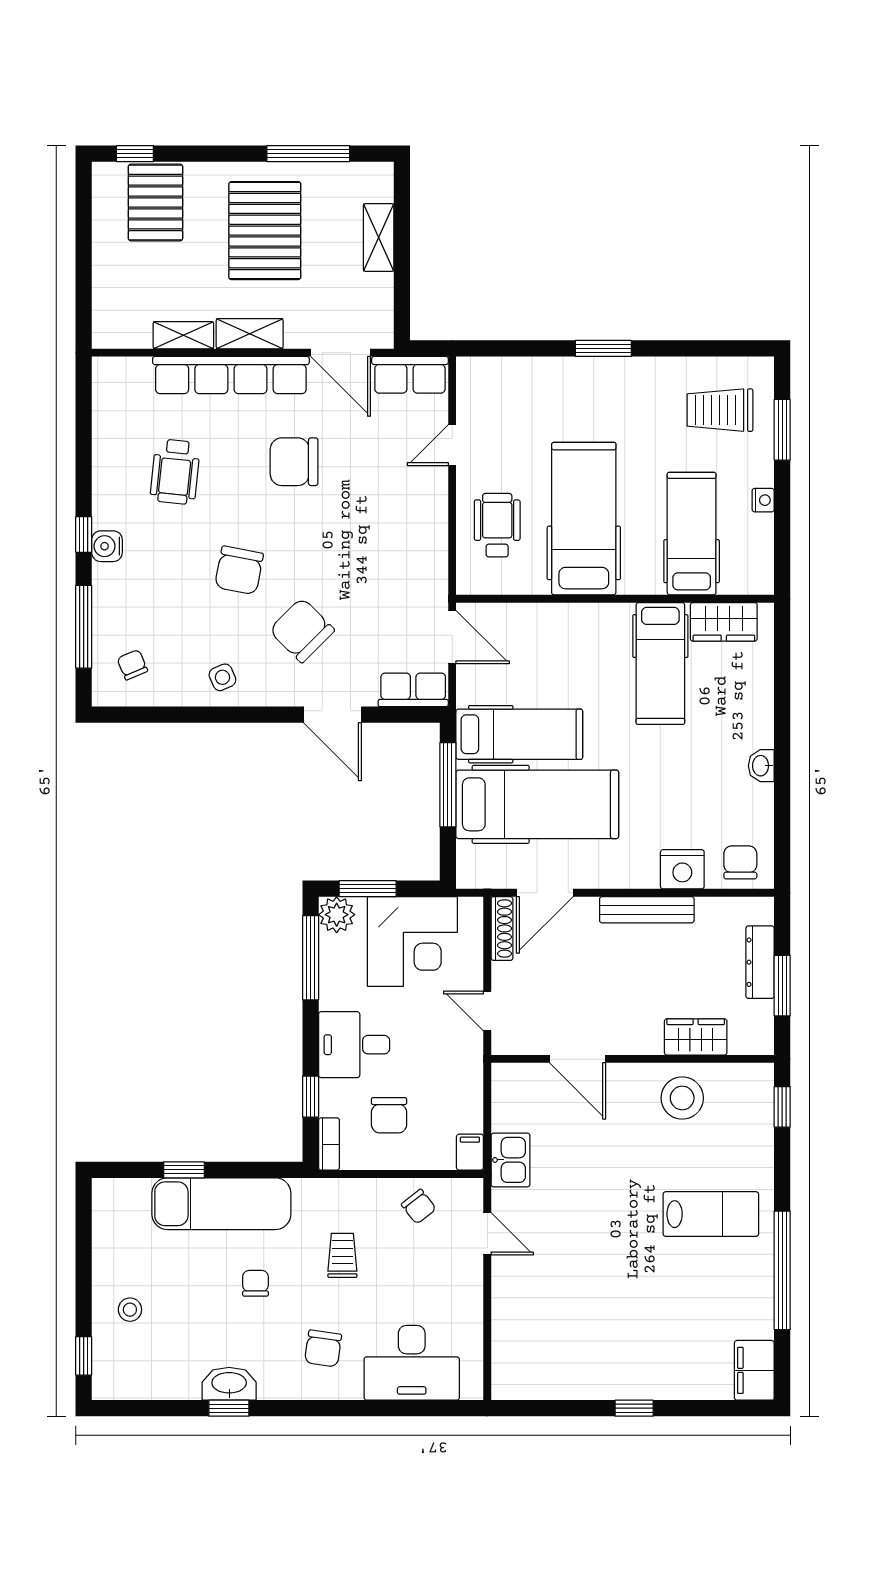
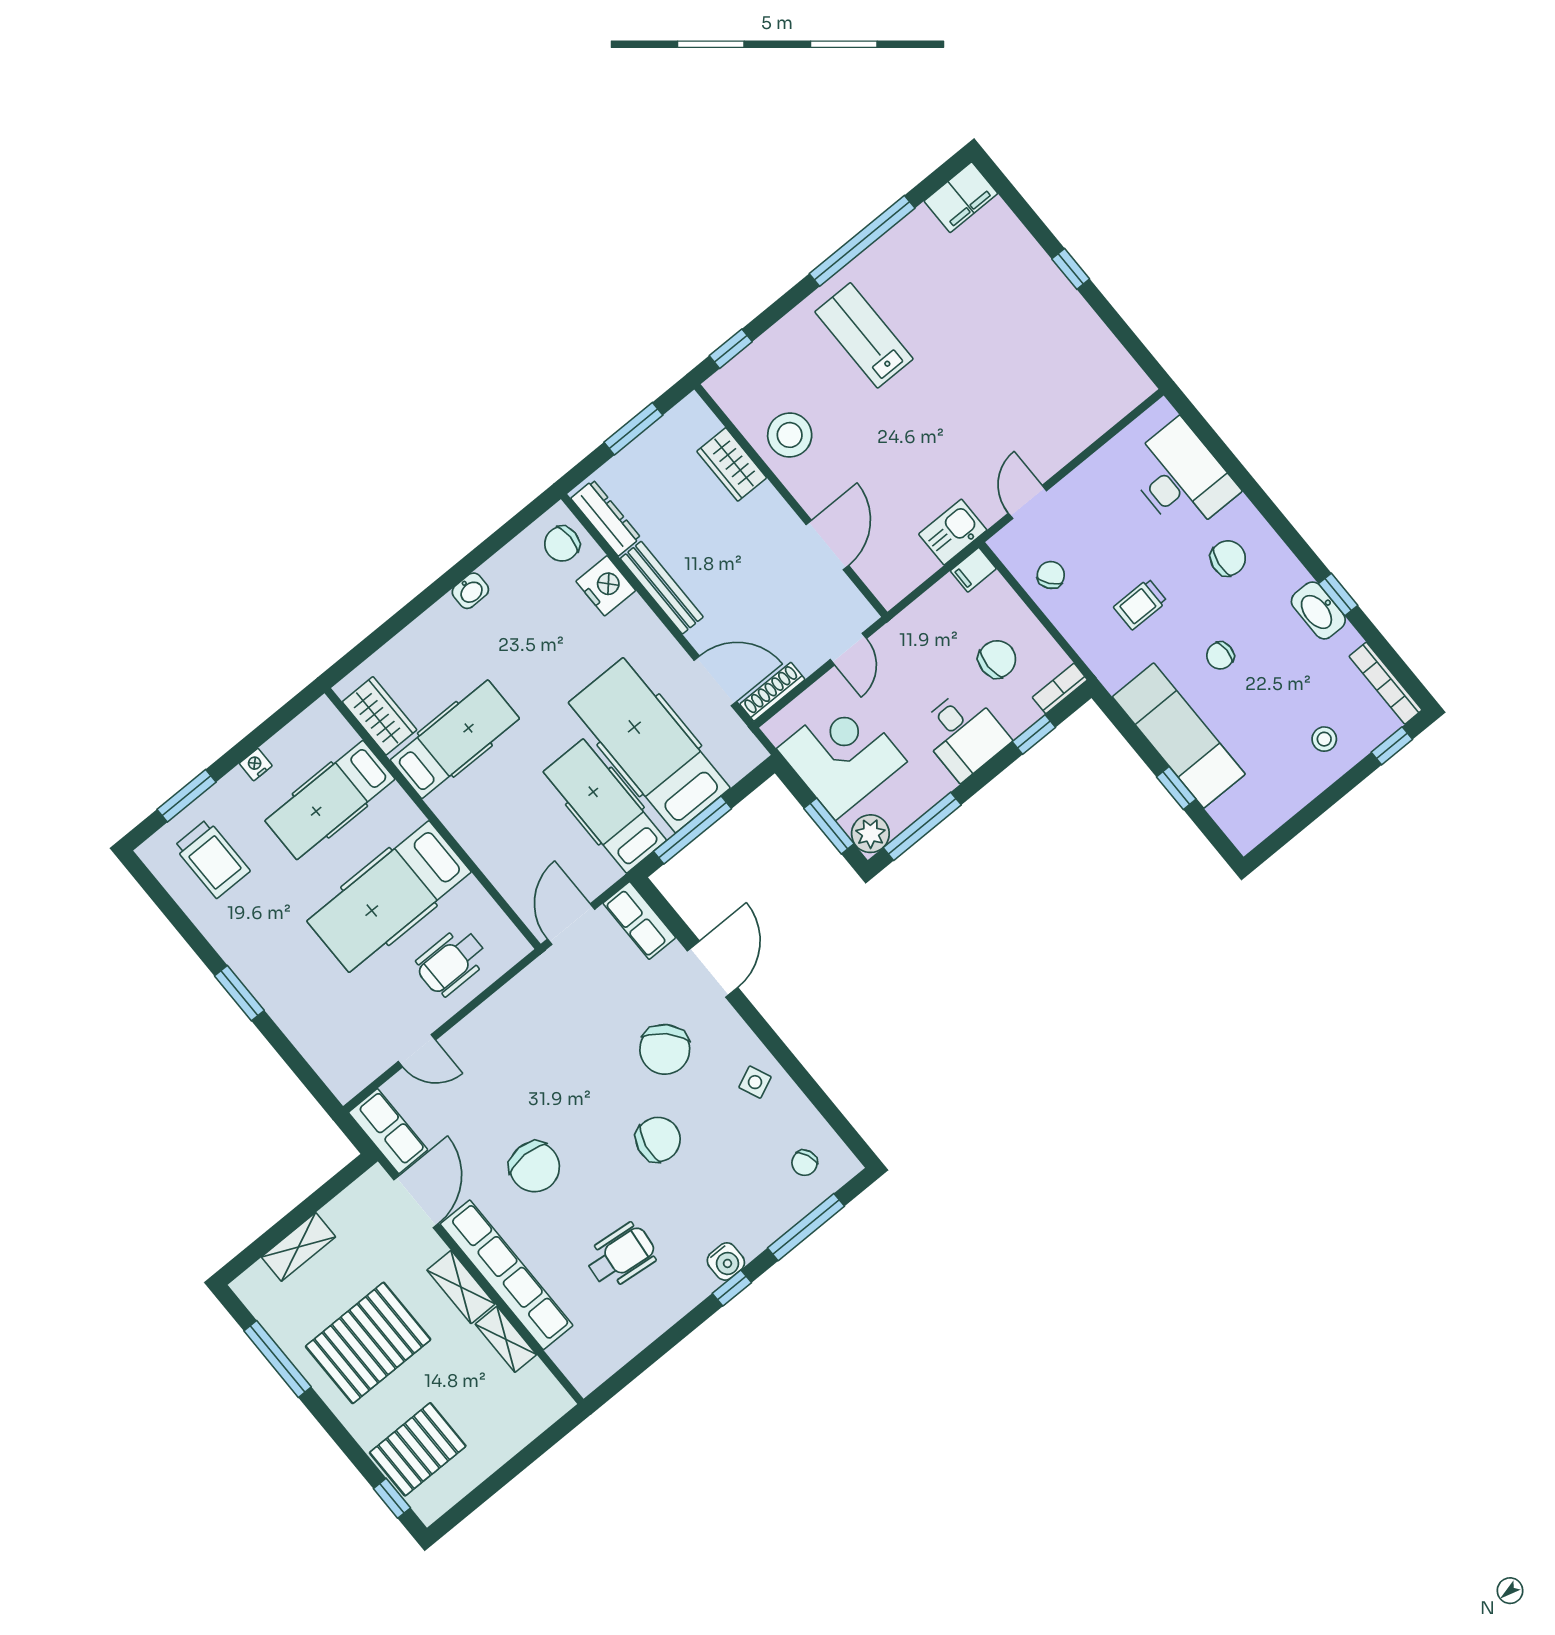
dresser: (760, 962) -> (606, 518), moved, turned -90
bookcase: (134, 1389) -> (1386, 683), added

